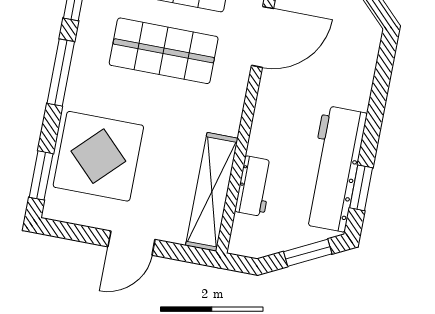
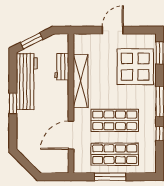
window: (361, 188) -> (13, 103), moved
shelving: (212, 192) -> (81, 81), moved

